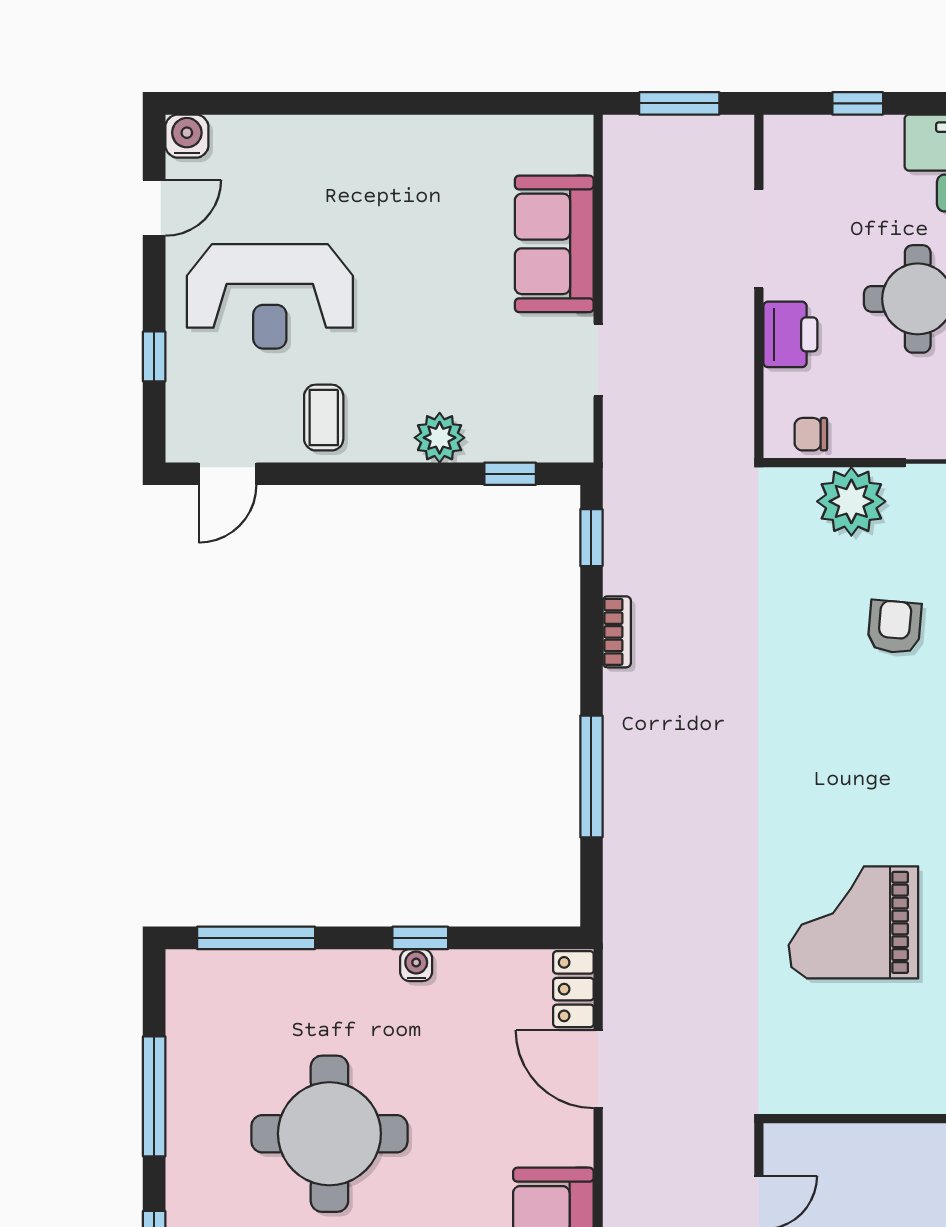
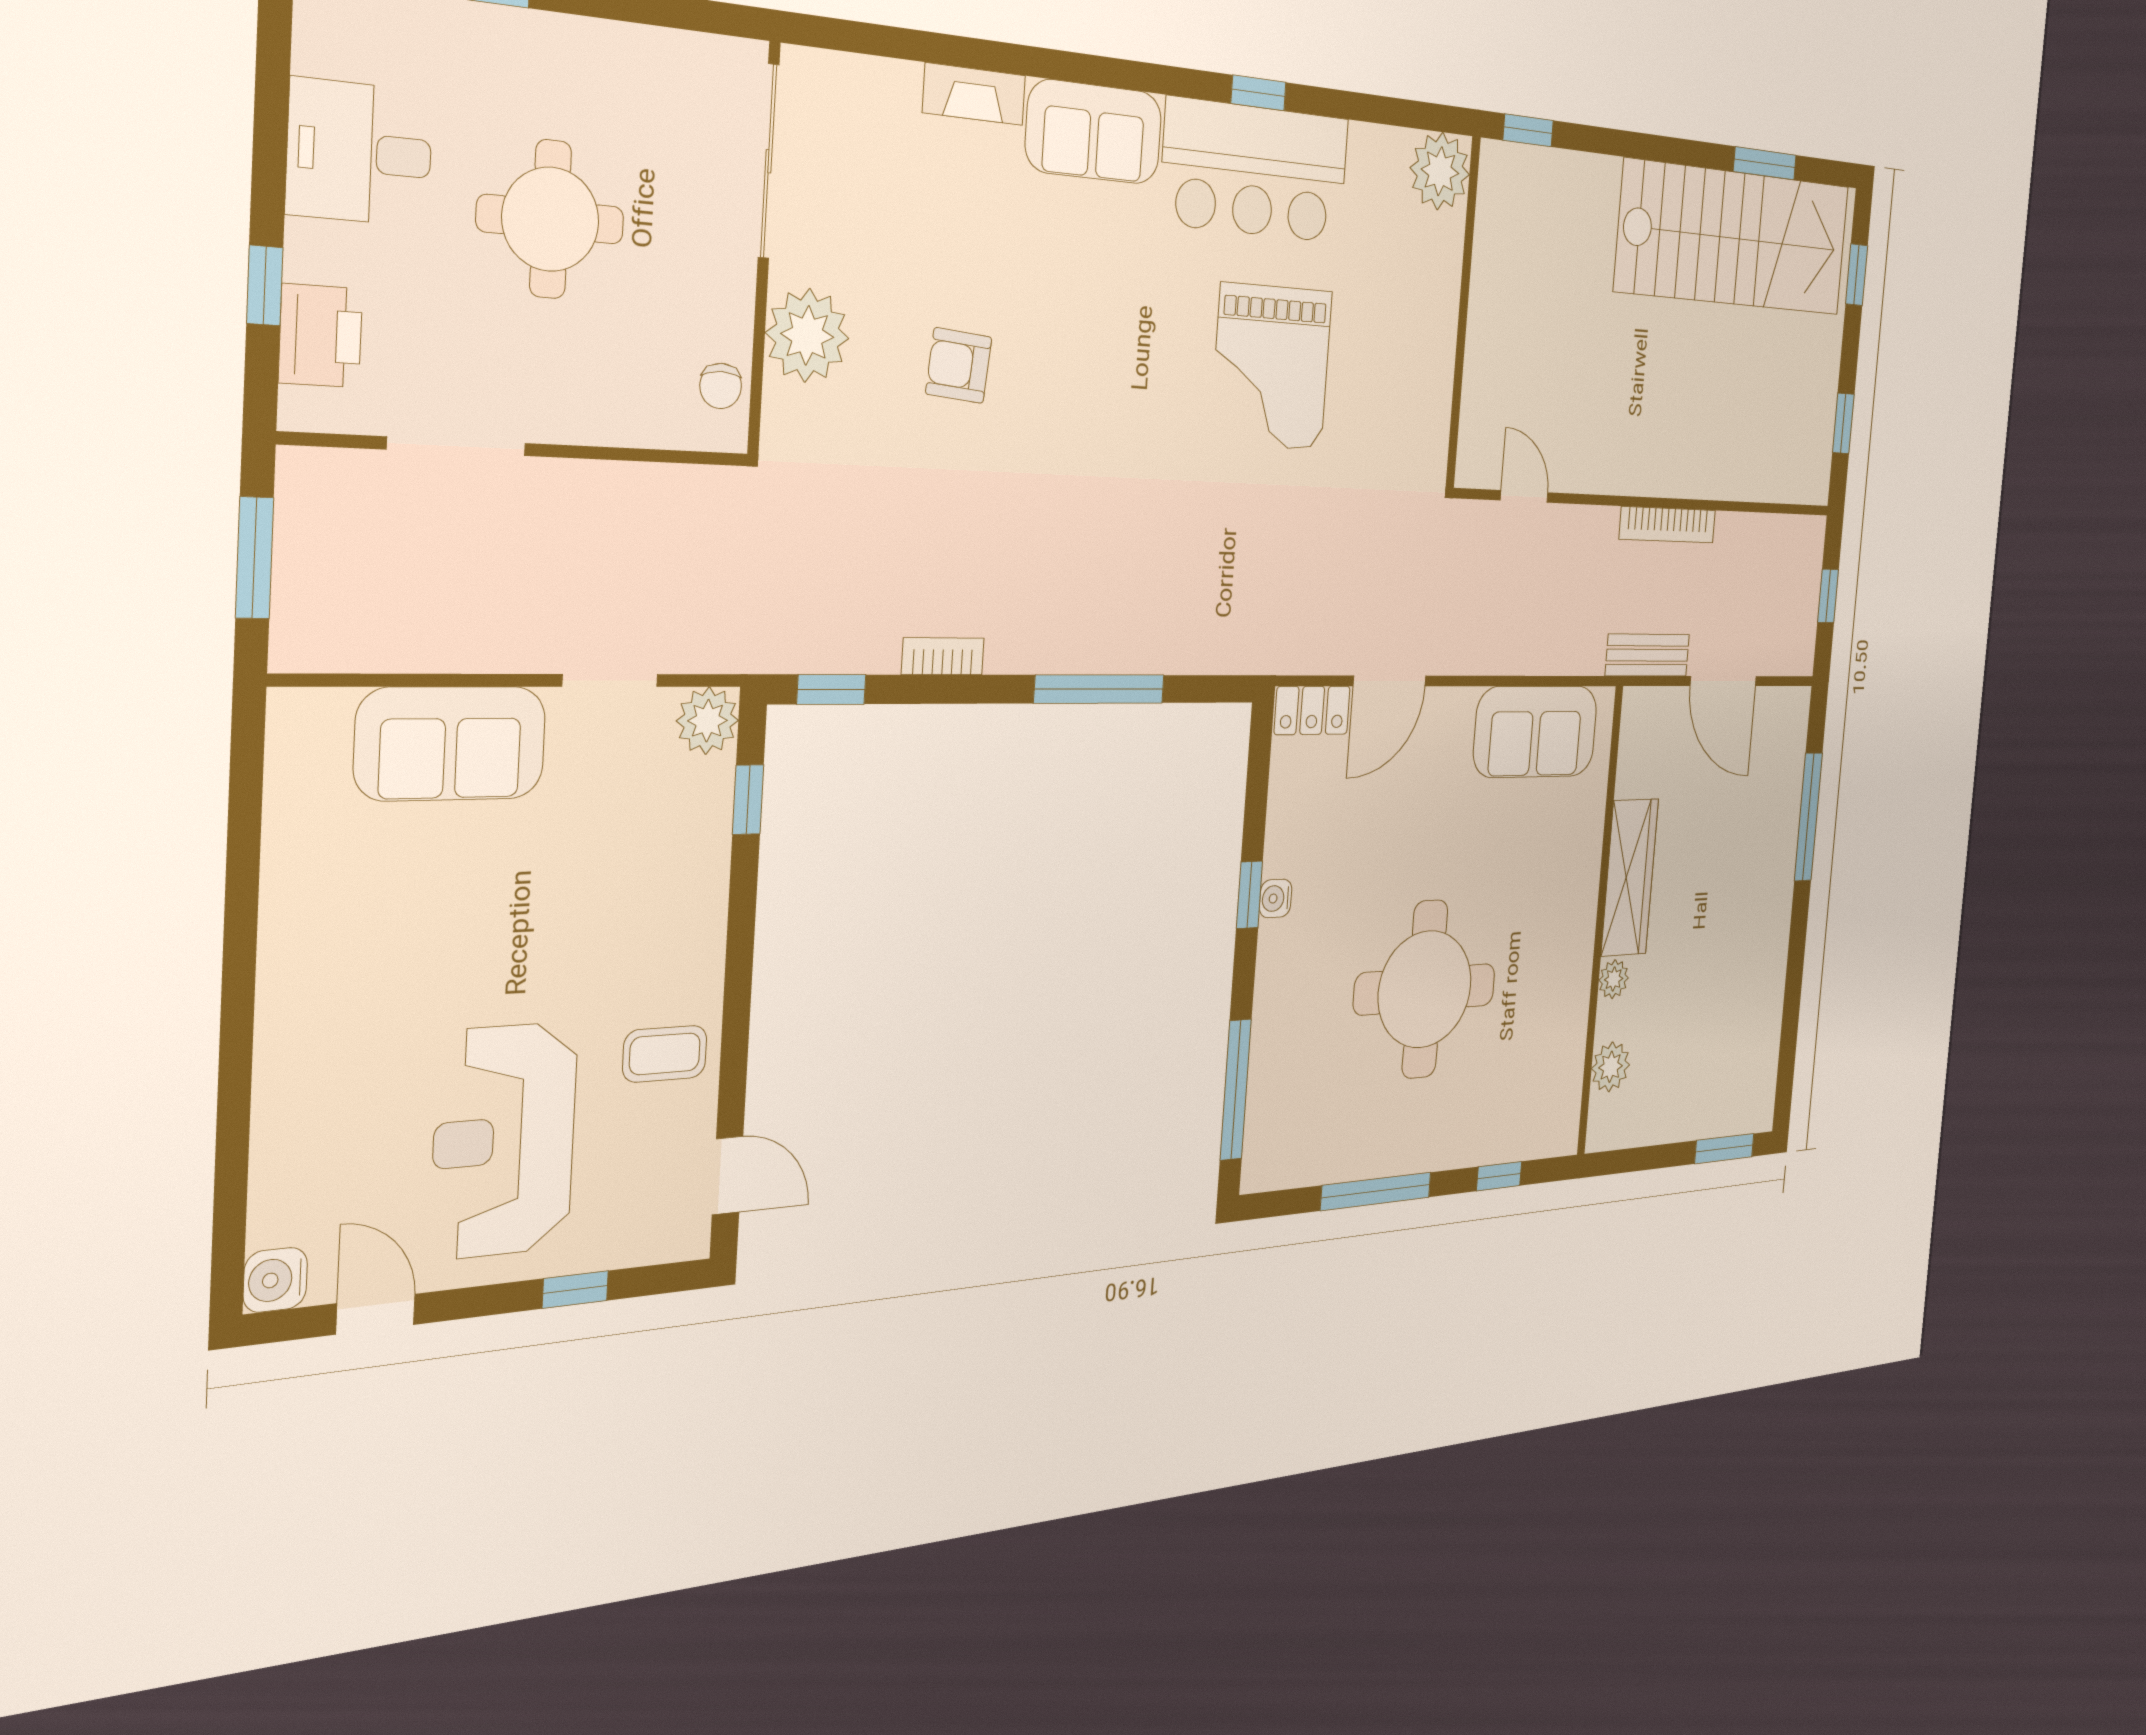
reception desk: (270, 296) -> (504, 1140), turned 180
printer: (790, 334) -> (321, 336), moved, turned 90
plant: (440, 438) -> (707, 721), moved
armchair: (894, 627) -> (959, 366), moved

